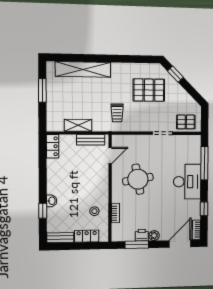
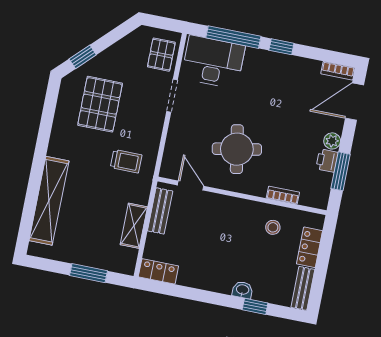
window: (42, 90) -> (88, 273), moved
desk: (187, 182) -> (213, 62), moved
window: (204, 209) -> (281, 47), moved
door: (180, 244) -> (354, 102), hinge flipped

